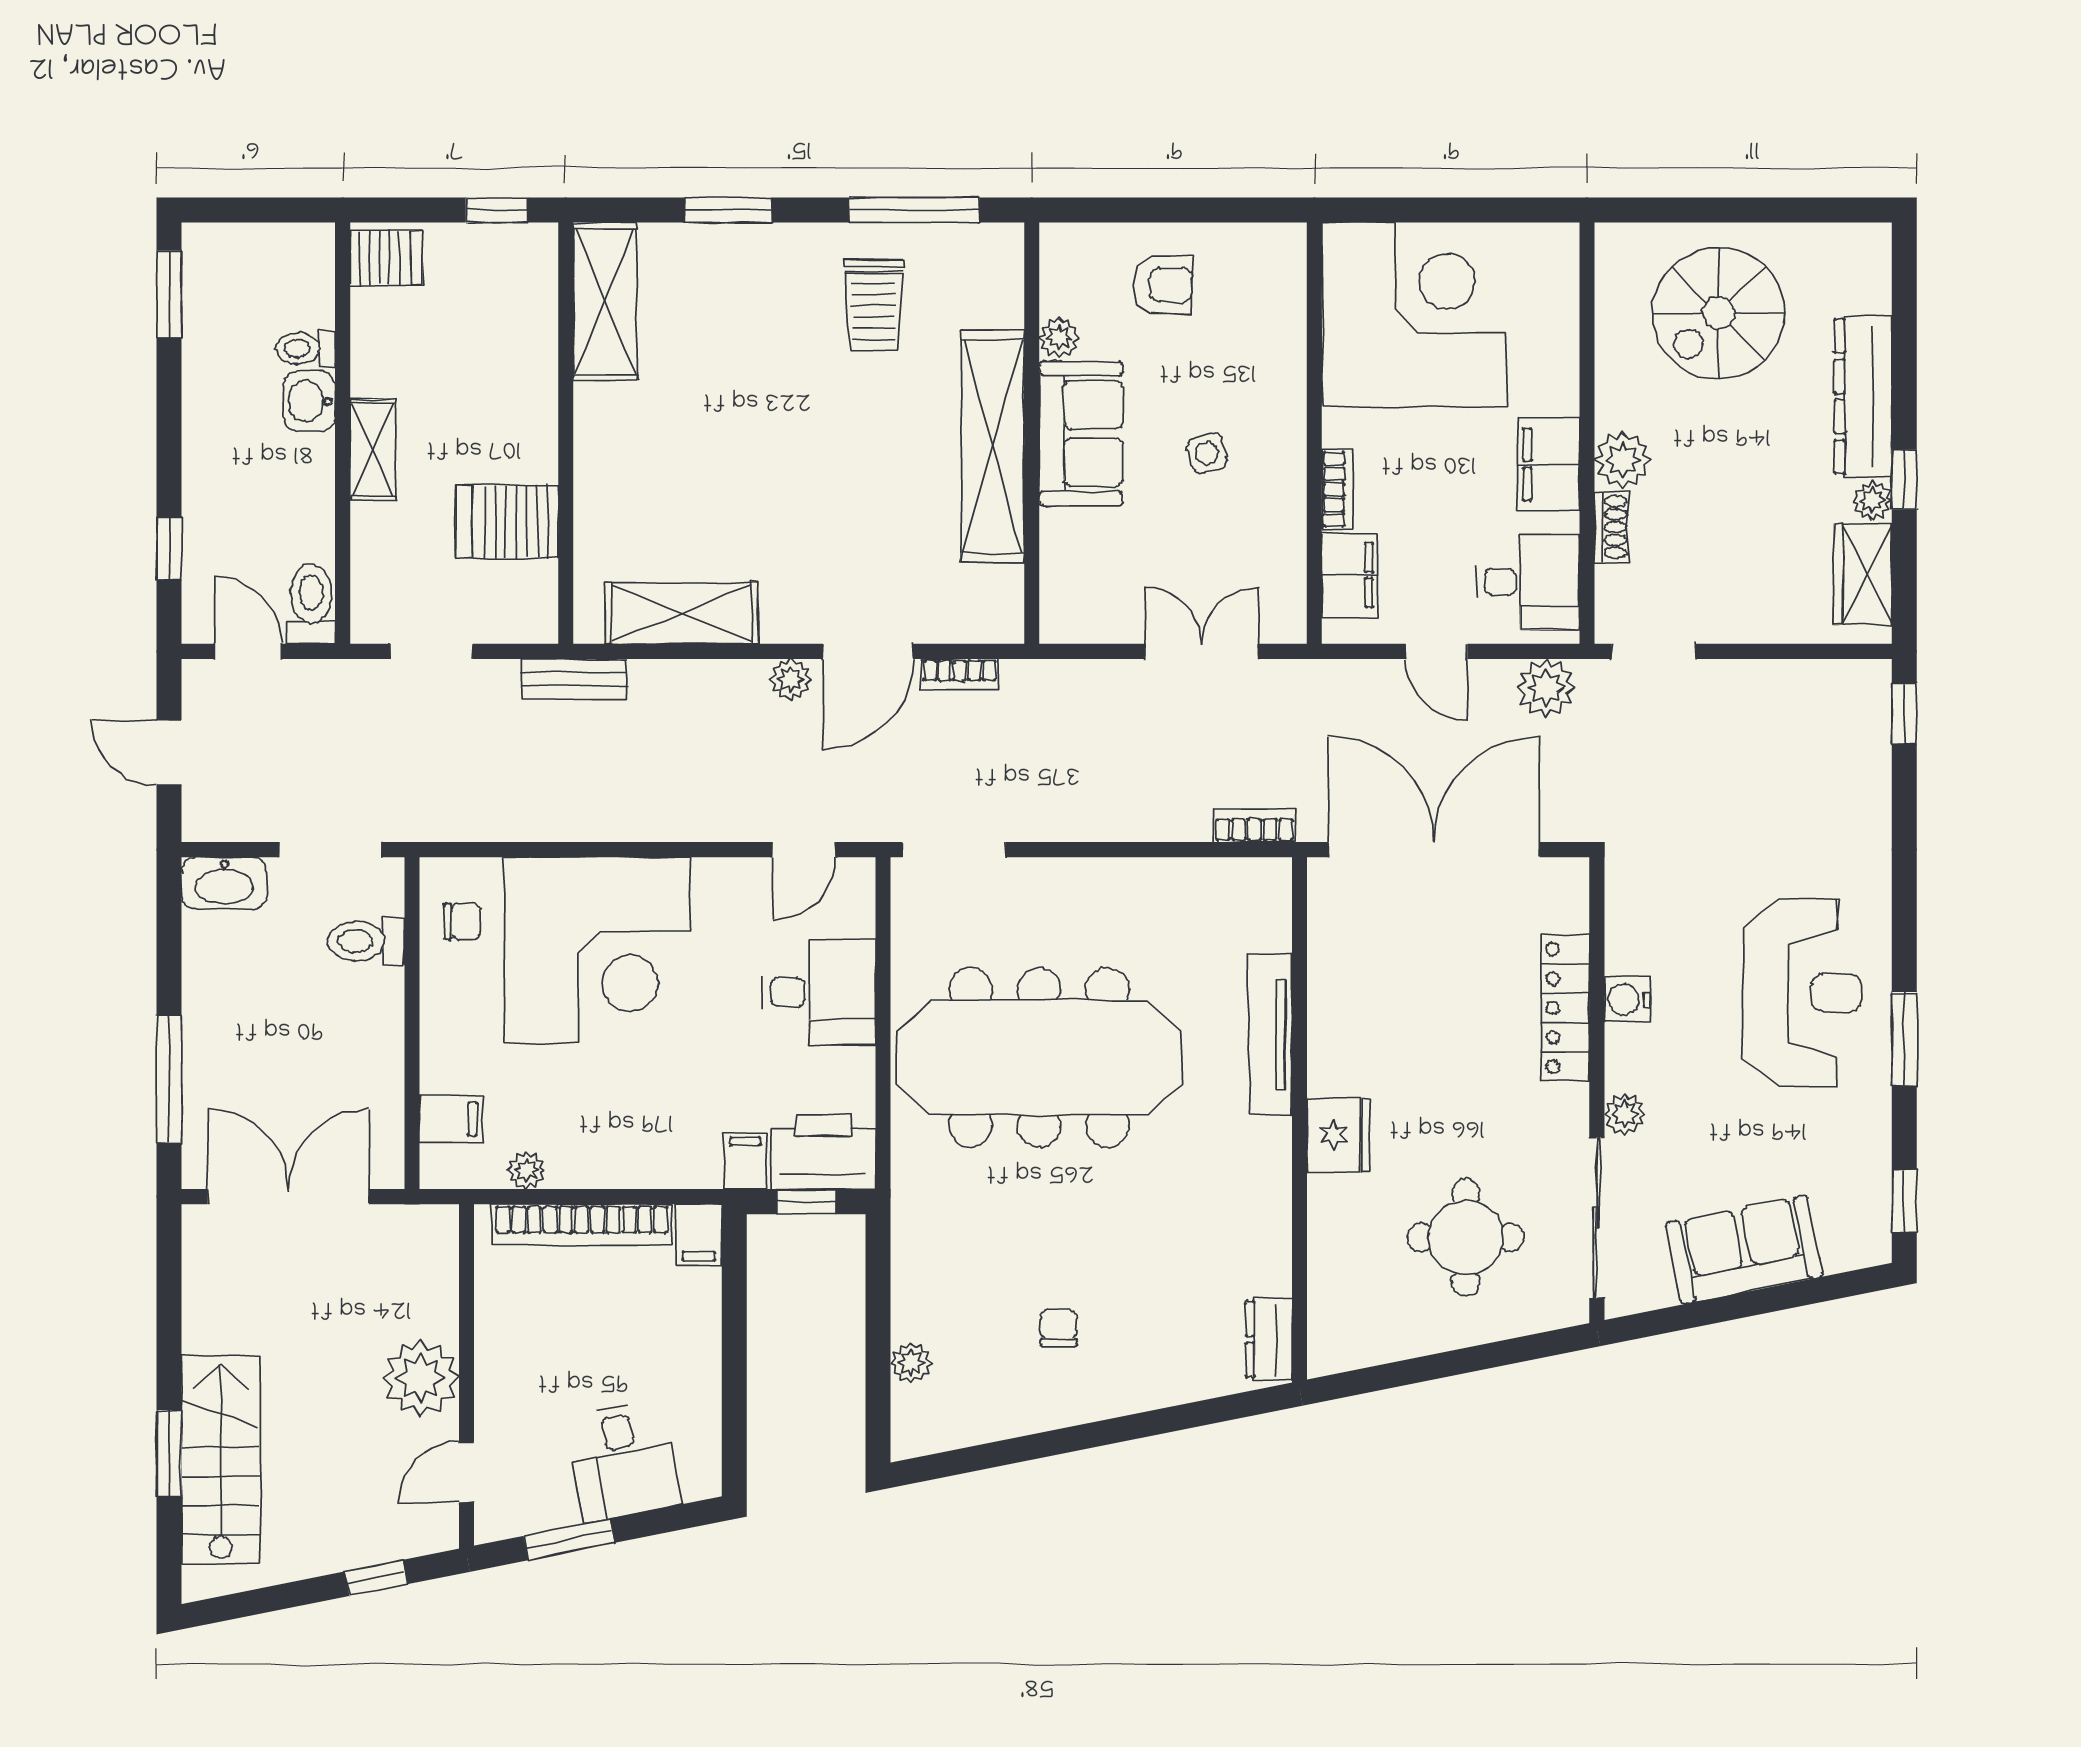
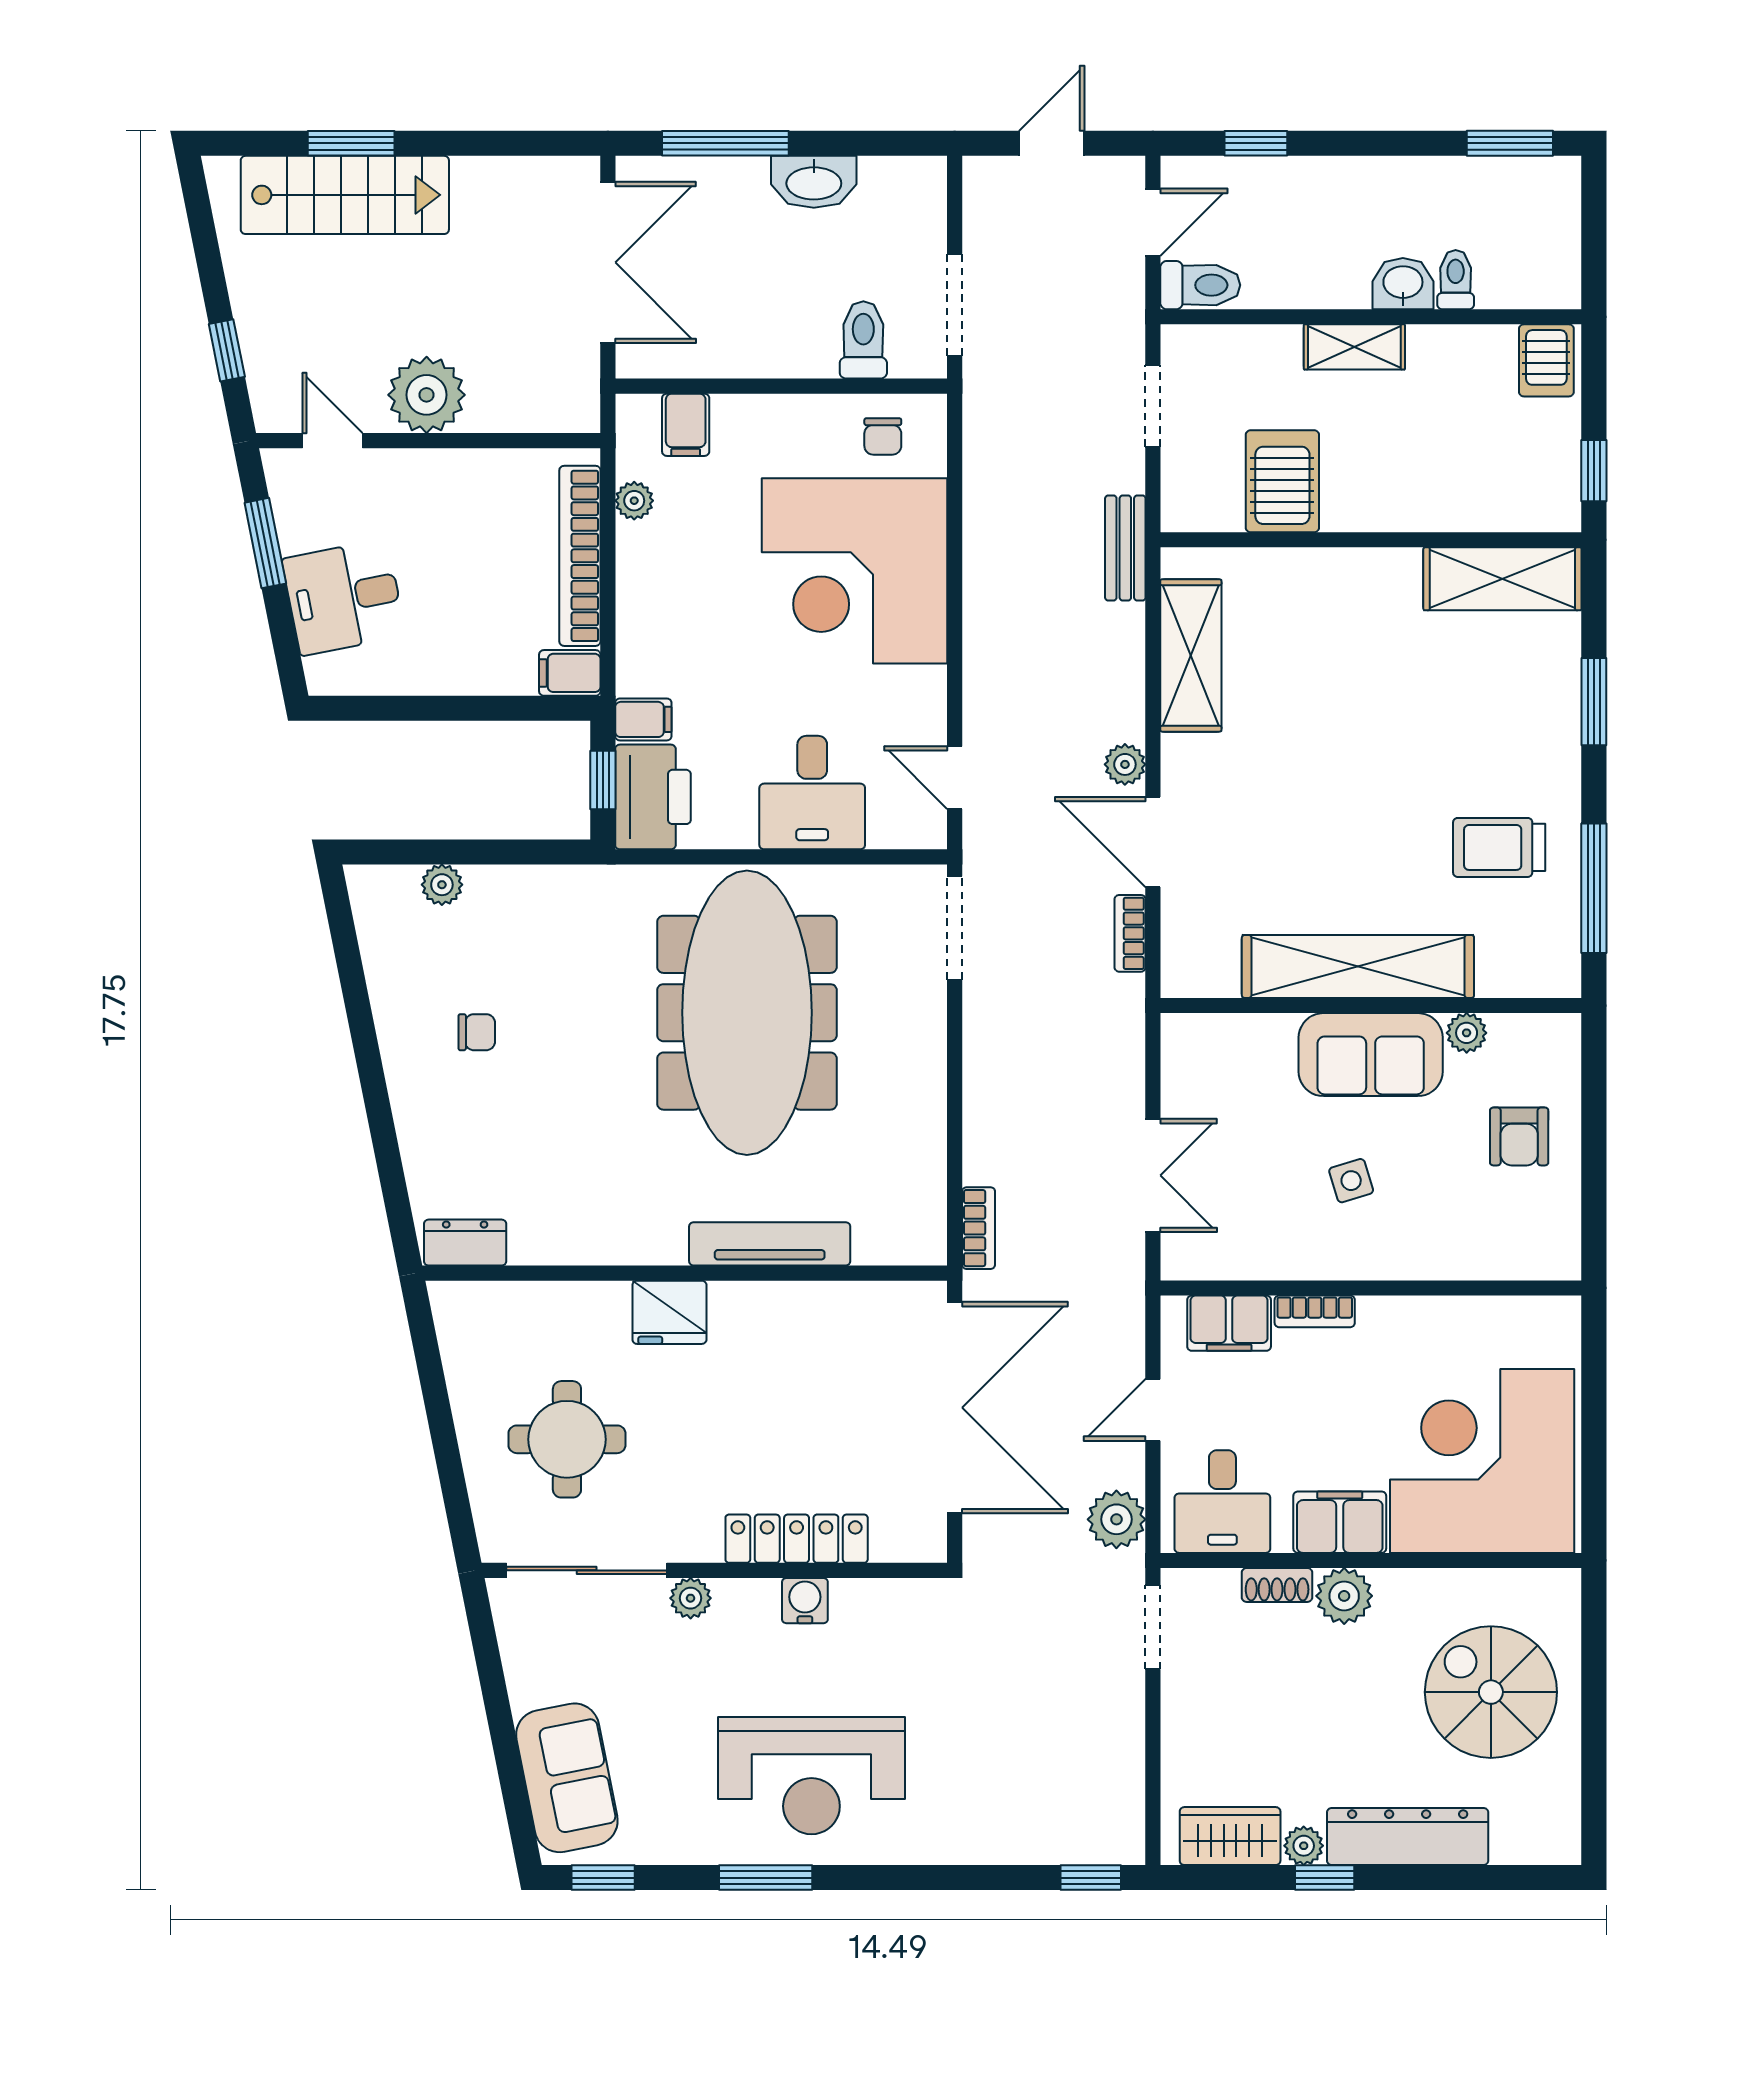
corner desk: (1414, 315) -> (1482, 1461), moved, turned 180
washbasin: (224, 883) -> (814, 182), moved, turned -90
sofa: (1744, 1250) -> (567, 1778), moved

